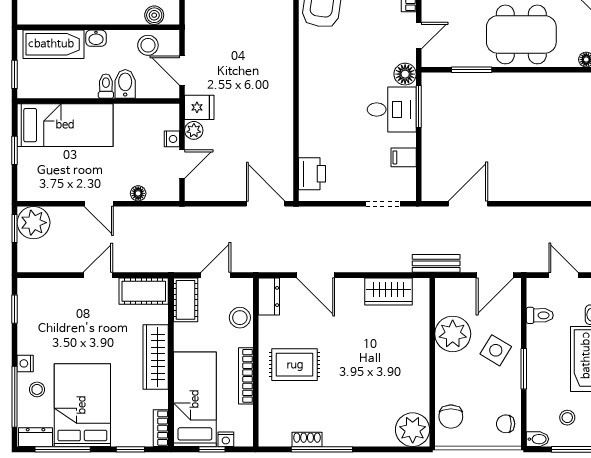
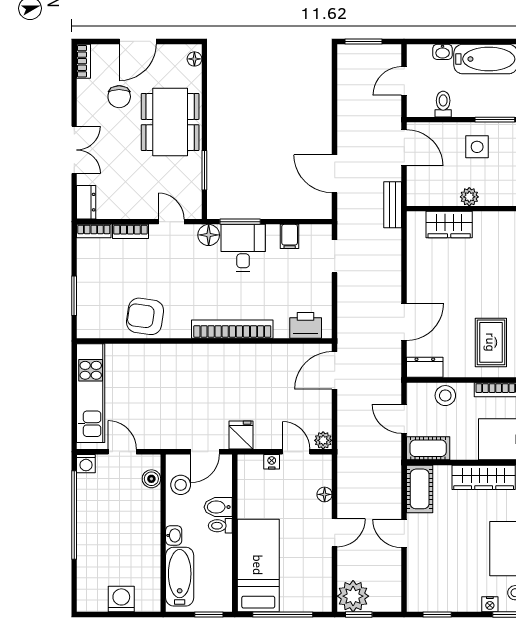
bookcase: (308, 98) -> (232, 329), added
plant: (194, 130) -> (323, 440), moved
window: (15, 150) -> (283, 615), width x2.17
wardrobe: (389, 292) -> (449, 225), moved, turned 90
plant: (453, 334) -> (469, 197), width x0.53, depth x0.53
side table: (496, 350) -> (477, 147), turned -31

